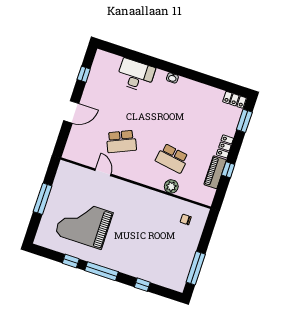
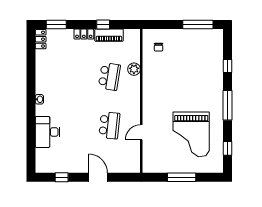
school desk: (121, 142) -> (109, 125), turned 30
window: (71, 261) -> (228, 148), moved

